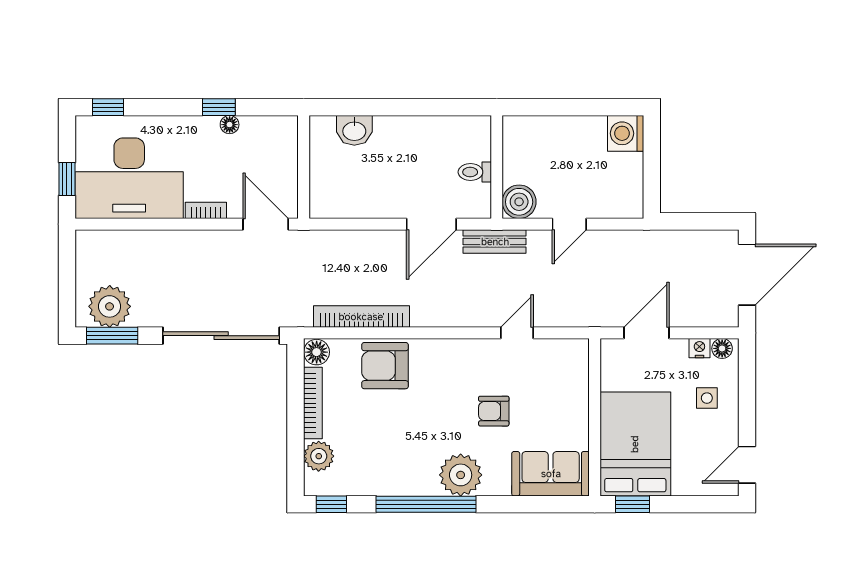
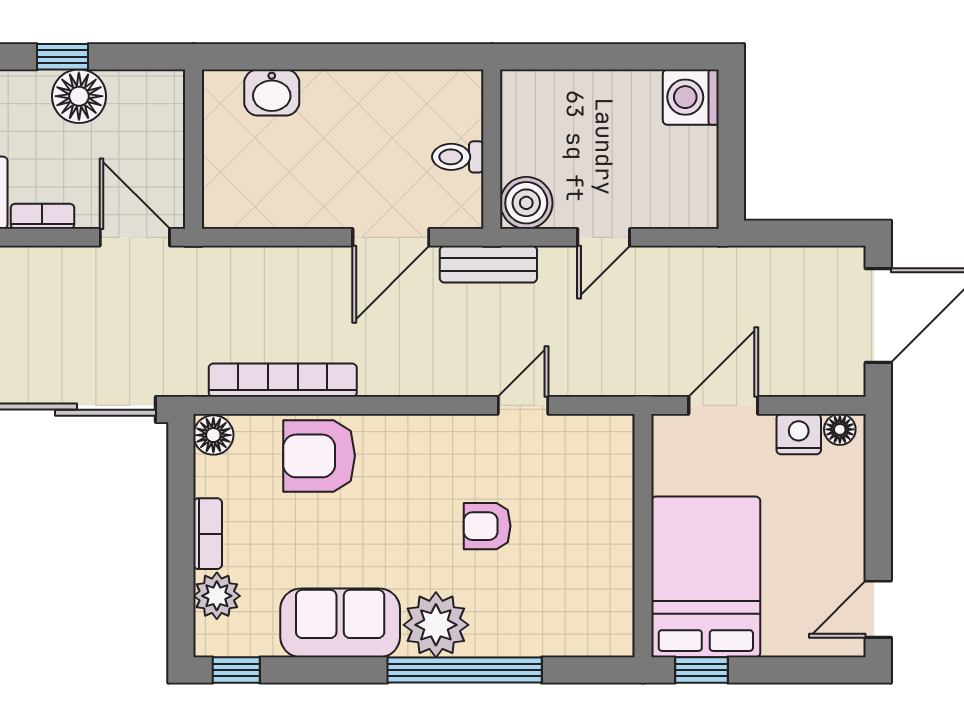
floor lamp: (230, 125) -> (79, 96), width x1.89, depth x1.89
nightstand: (699, 348) -> (799, 434), width x1.39, depth x1.35
side table: (707, 398) -> (816, 506), removed
bookcase: (313, 403) -> (208, 534), width x0.64
sofa: (551, 474) -> (340, 623), moved
window: (426, 504) -> (465, 670), moved

